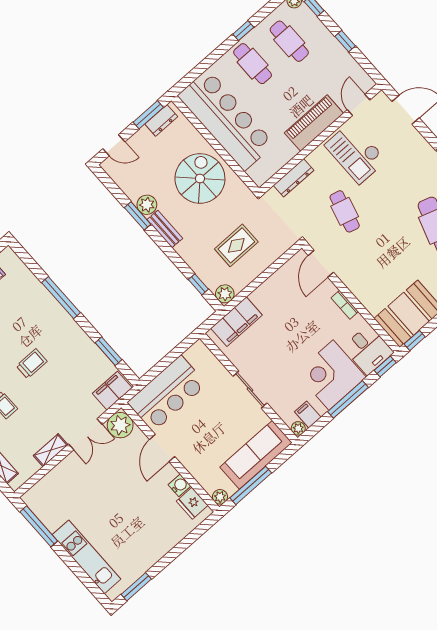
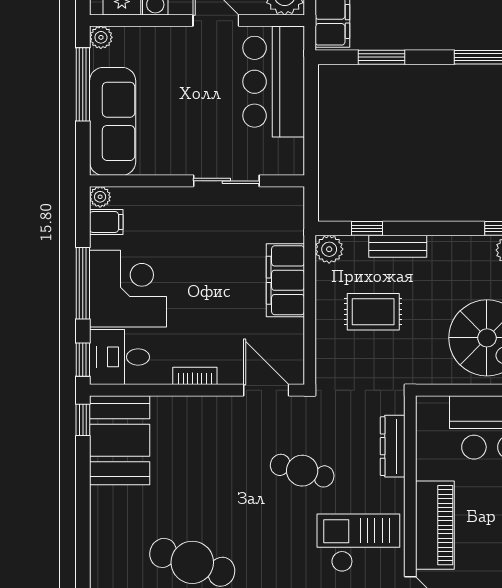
bench: (165, 229) -> (398, 246), moved
rug: (236, 245) -> (373, 312), turned 90
filing cabinet: (236, 322) -> (285, 280), moved
sliding door: (250, 390) -> (226, 181), moved

